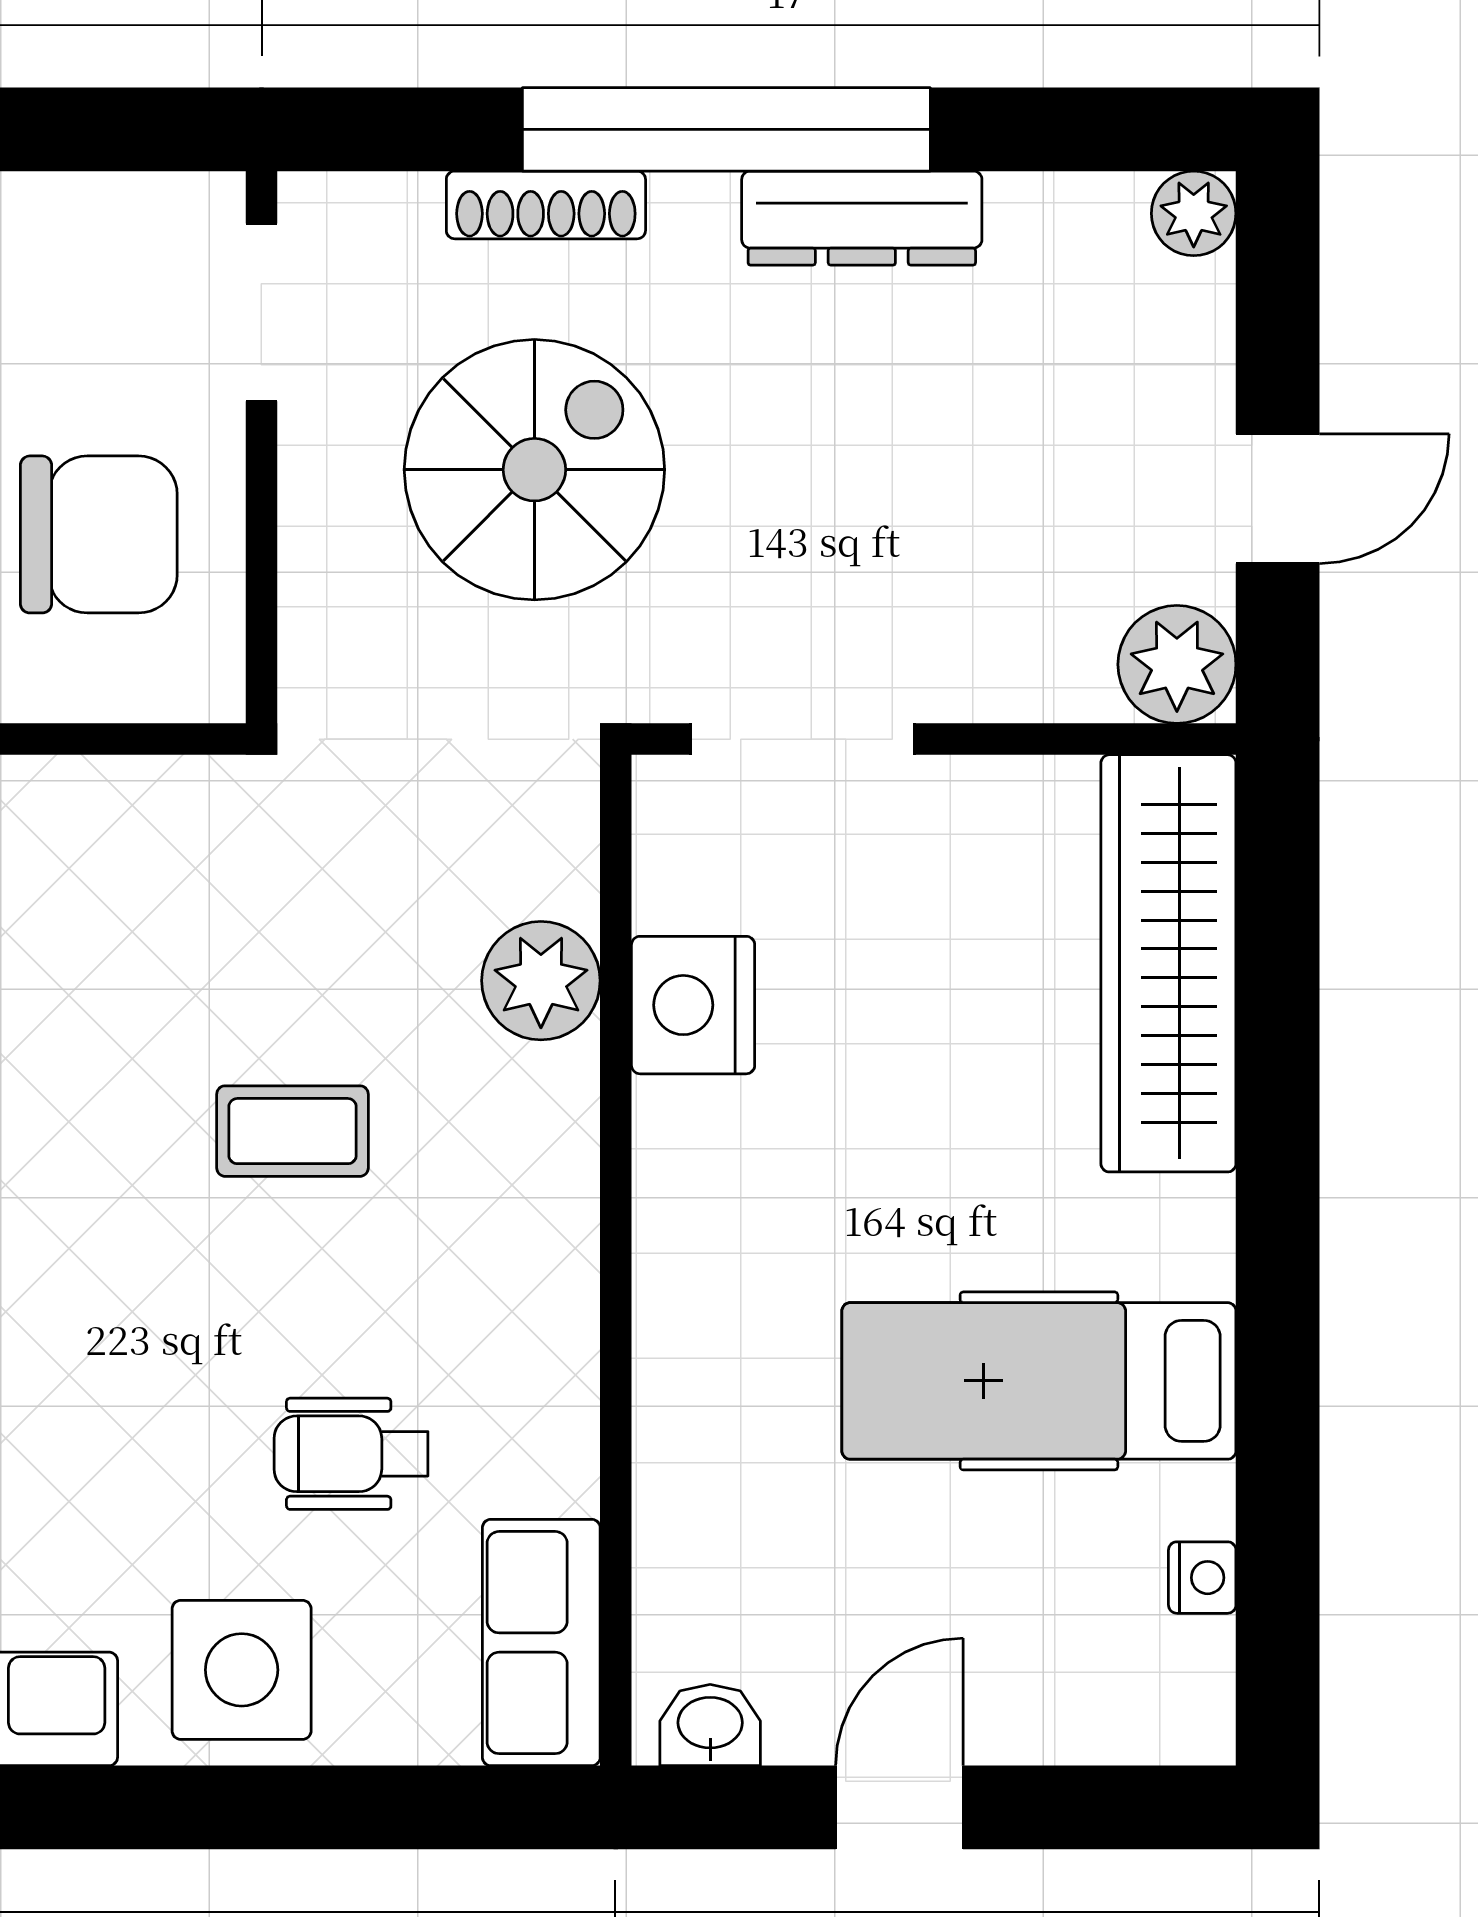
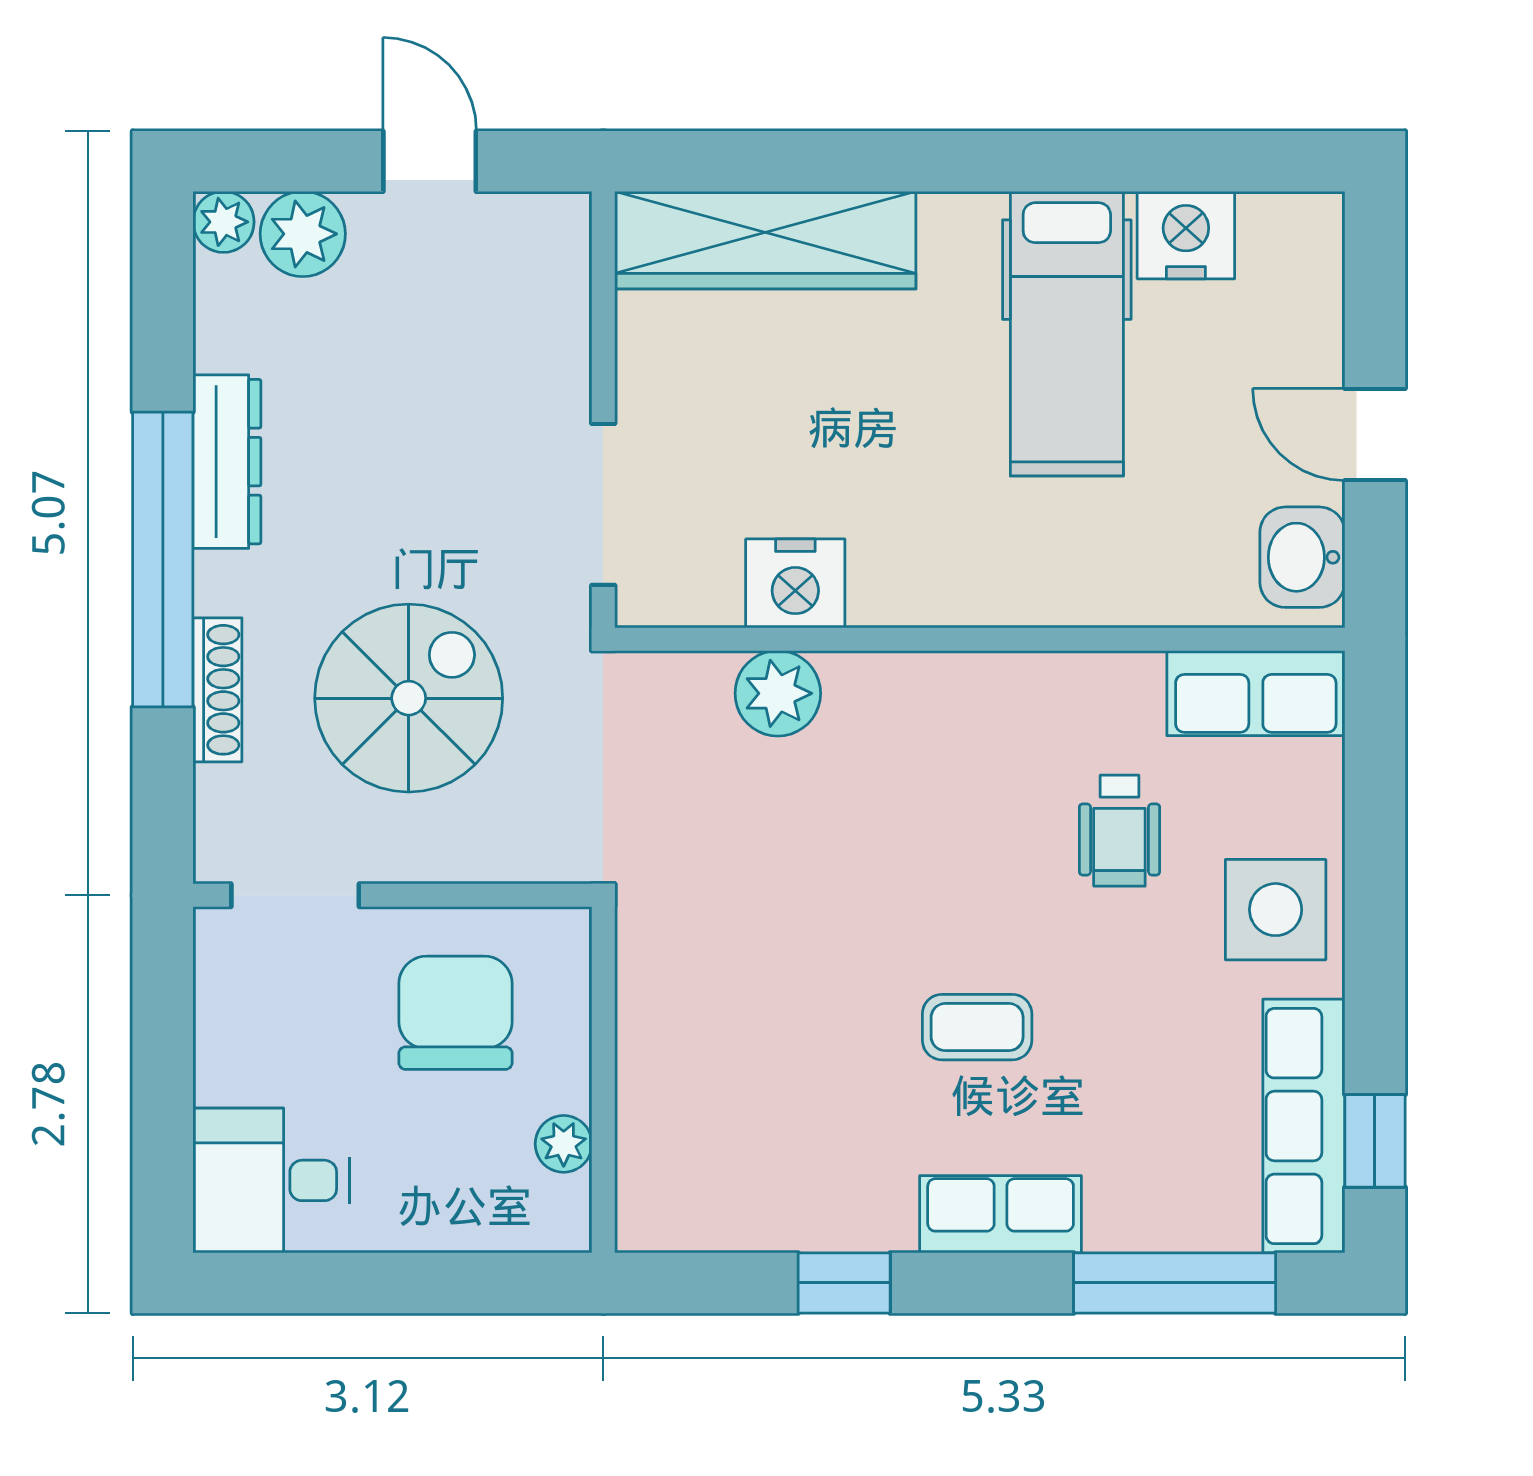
spiral stairs: (534, 470) -> (409, 698), turned 90
plant: (1177, 664) -> (303, 234), moved
coffee table: (293, 1131) -> (977, 1027), moved, turned 90
nightstand: (1202, 1578) -> (1186, 235), width x1.89, depth x1.79
washbasin: (710, 1725) -> (1302, 557), width x1.38, depth x1.45

